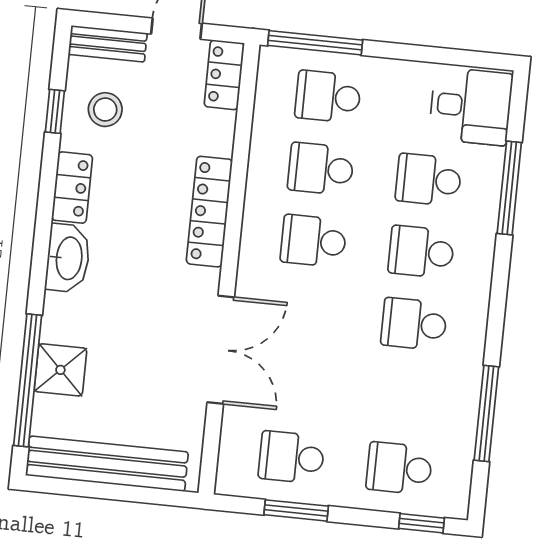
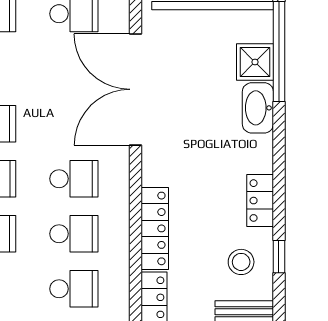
locker: (209, 212) -> (155, 228), moved
washbasin: (68, 258) -> (258, 108), moved
double door: (221, 350) -> (135, 89), width x1.36

